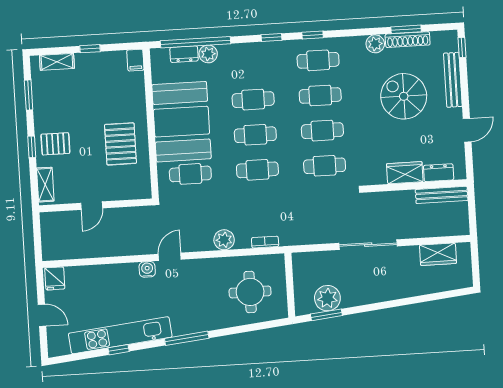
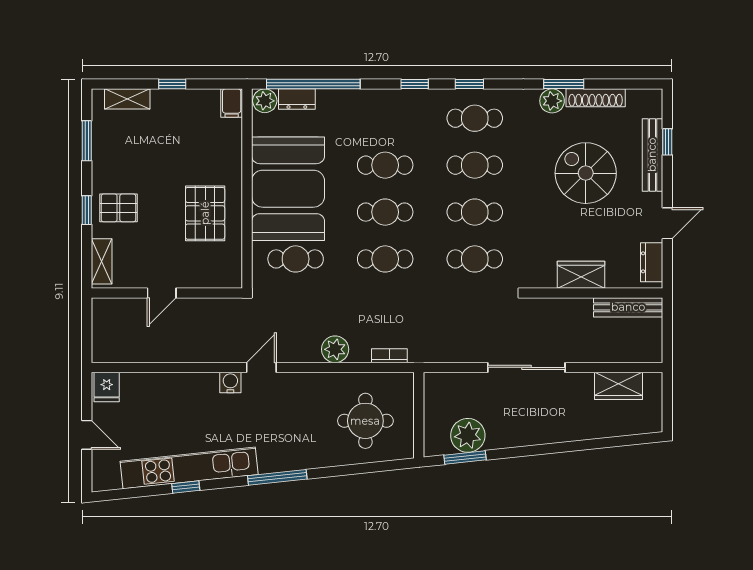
window: (406, 29) -> (564, 84), moved
window: (462, 47) -> (667, 142), moved
plant: (208, 54) -> (265, 101), moved
dresser: (439, 173) -> (652, 262), moved, turned -90

